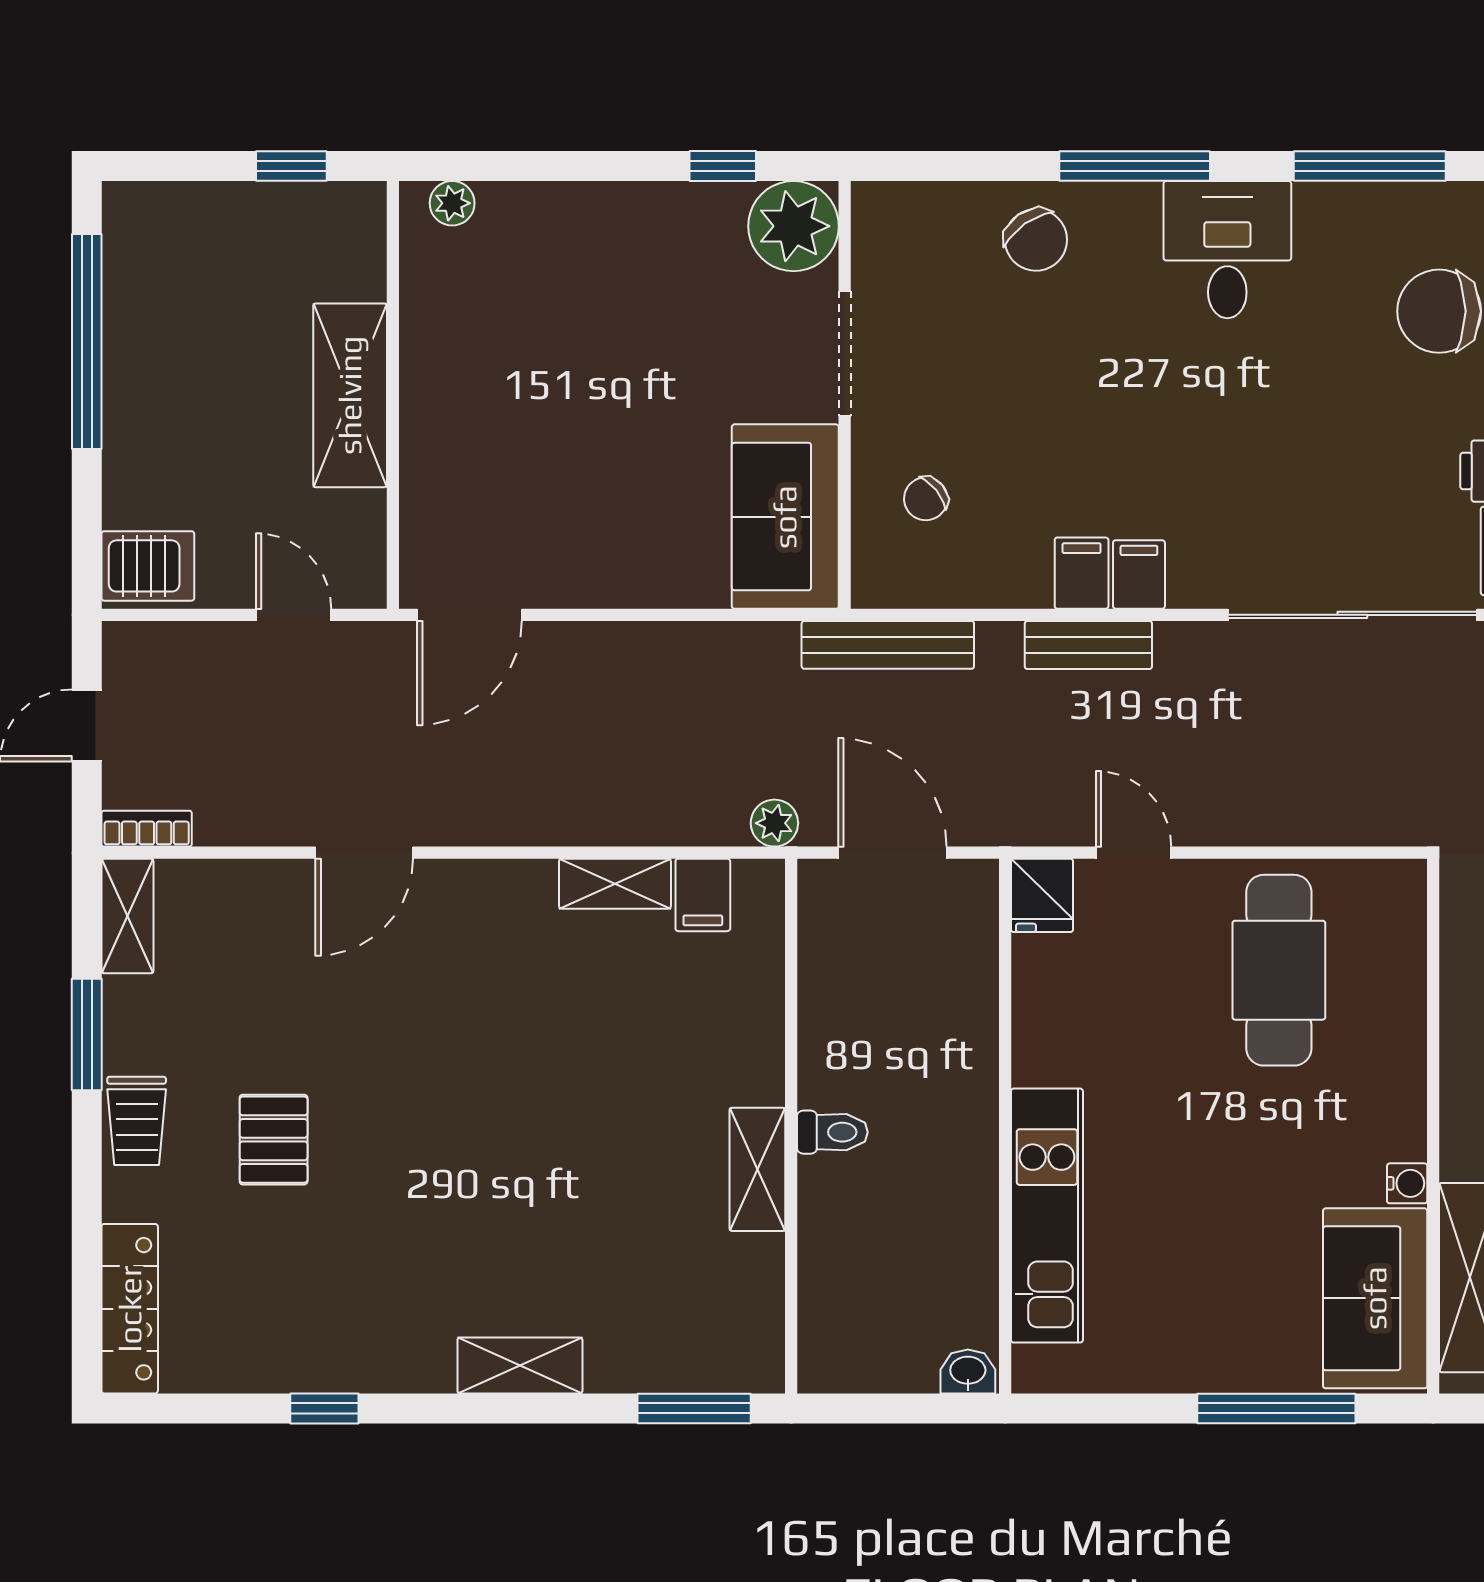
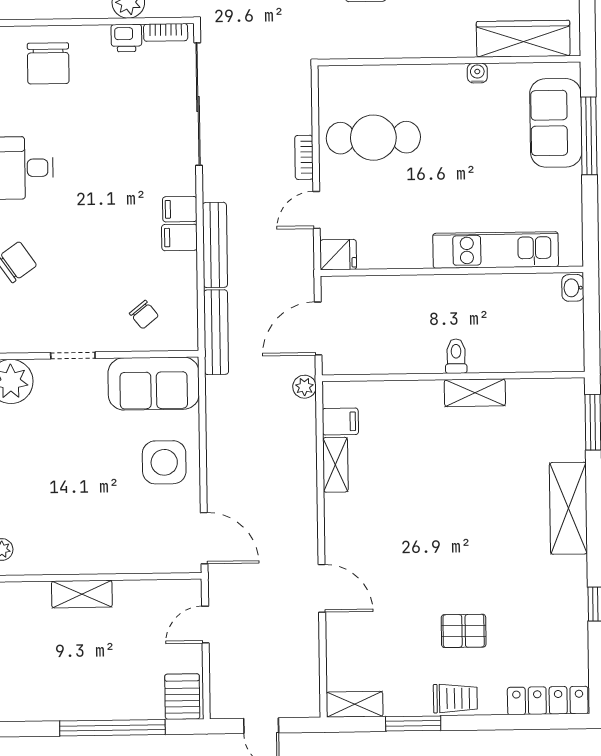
window: (87, 341) -> (112, 728), moved
doorway: (845, 353) -> (73, 355), width x0.73
shelving: (350, 395) -> (82, 594), width x0.67, depth x0.75
side table: (625, 536) -> (164, 462), added
bench: (1088, 645) -> (215, 245), width x1.36
bookcase: (147, 829) -> (304, 157), moved
sofa: (1375, 1298) -> (556, 123), moved, turned 90
shelving: (520, 1365) -> (568, 508), width x1.50, depth x1.33

